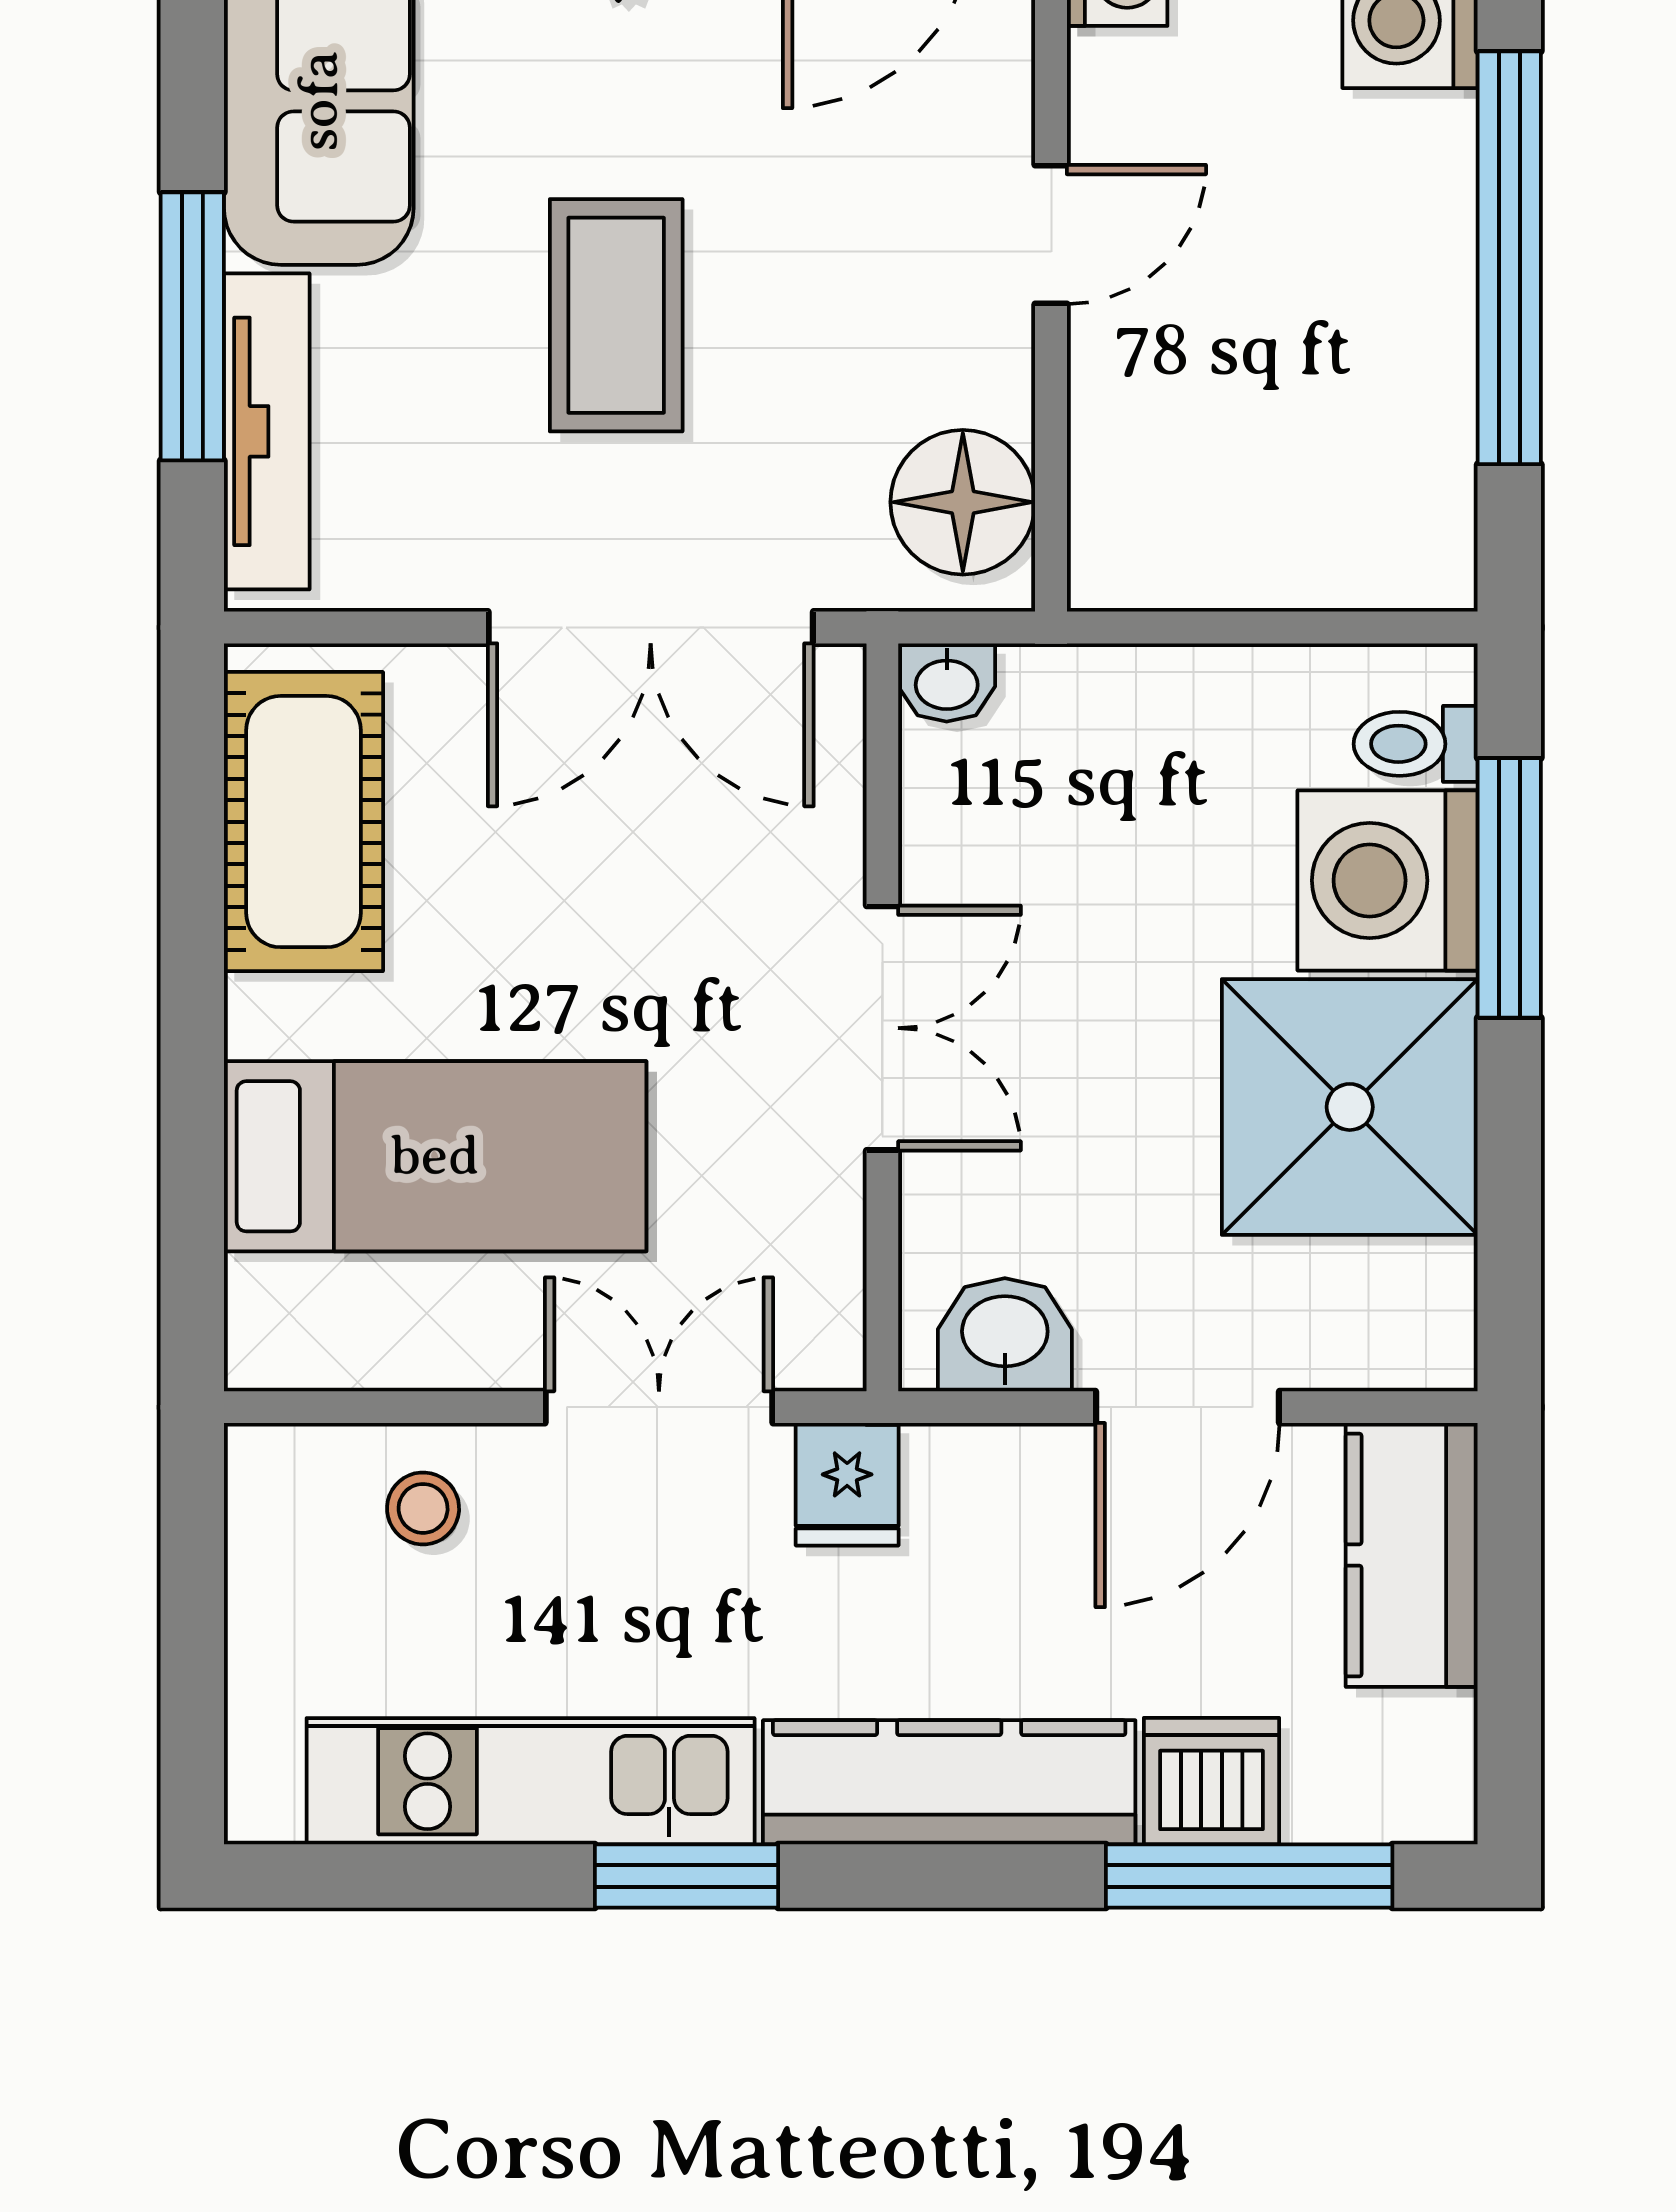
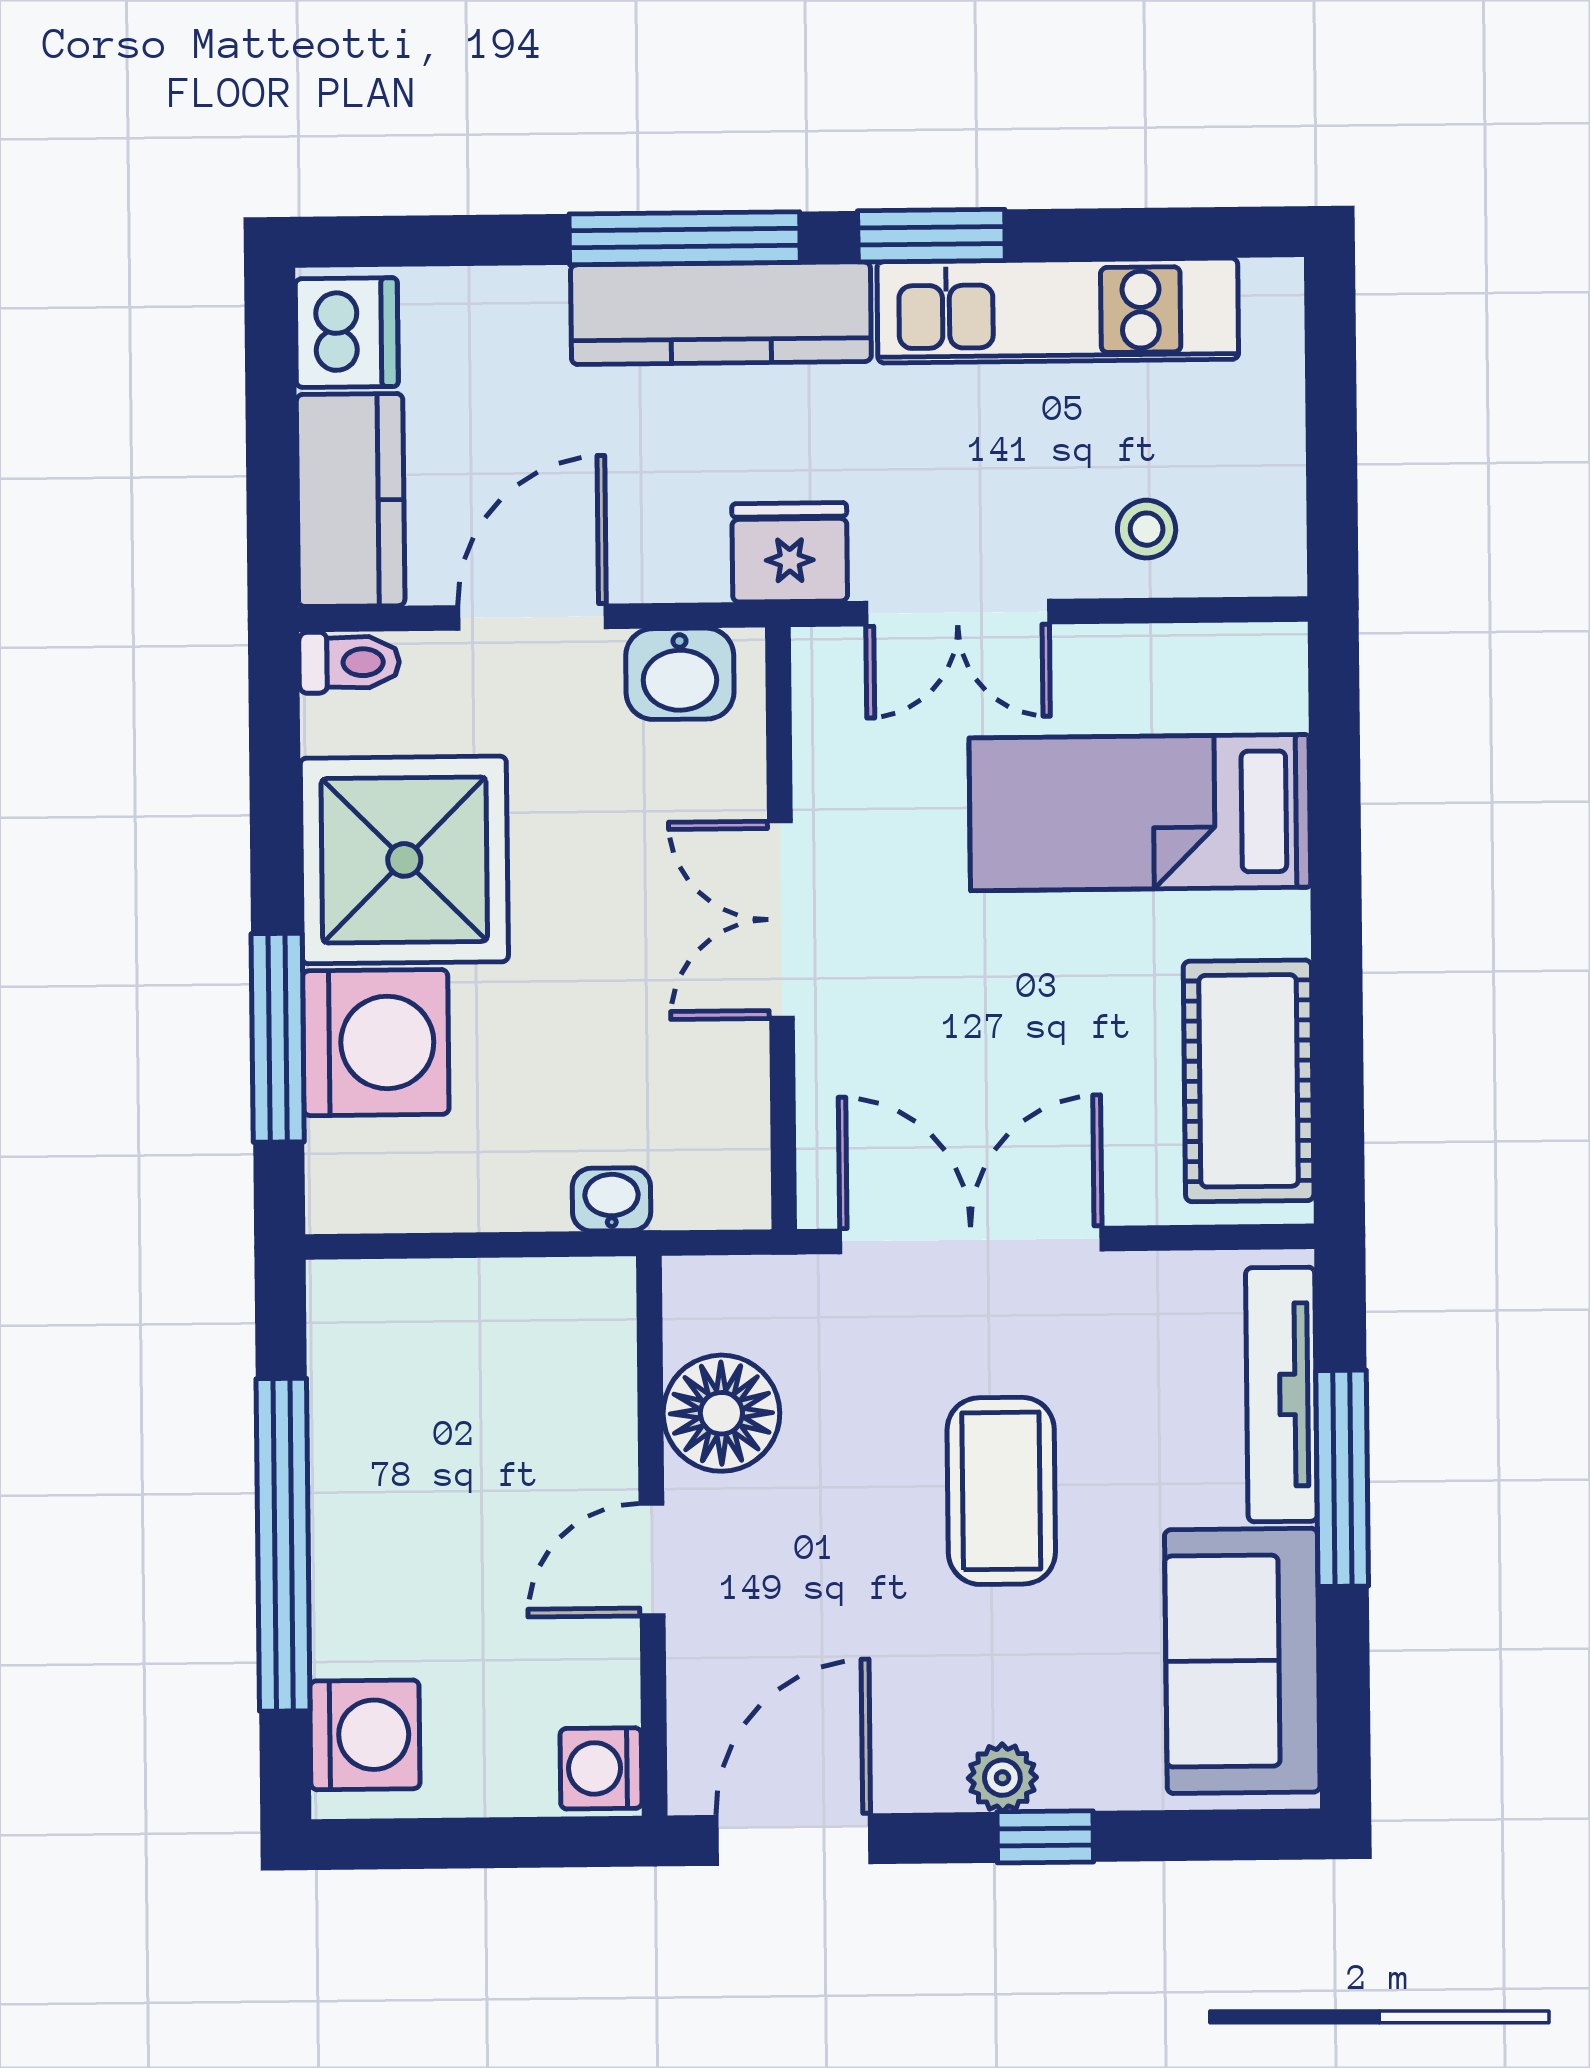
floor lamp: (963, 502) -> (721, 1413), moved
washbasin: (947, 682) -> (612, 1199), moved
toilet: (1416, 744) -> (349, 662), moved
fridge: (847, 1484) -> (790, 552), width x1.38
dishwasher: (1212, 1781) -> (347, 333), moved, turned -90
window: (1249, 1876) -> (685, 238), moved

